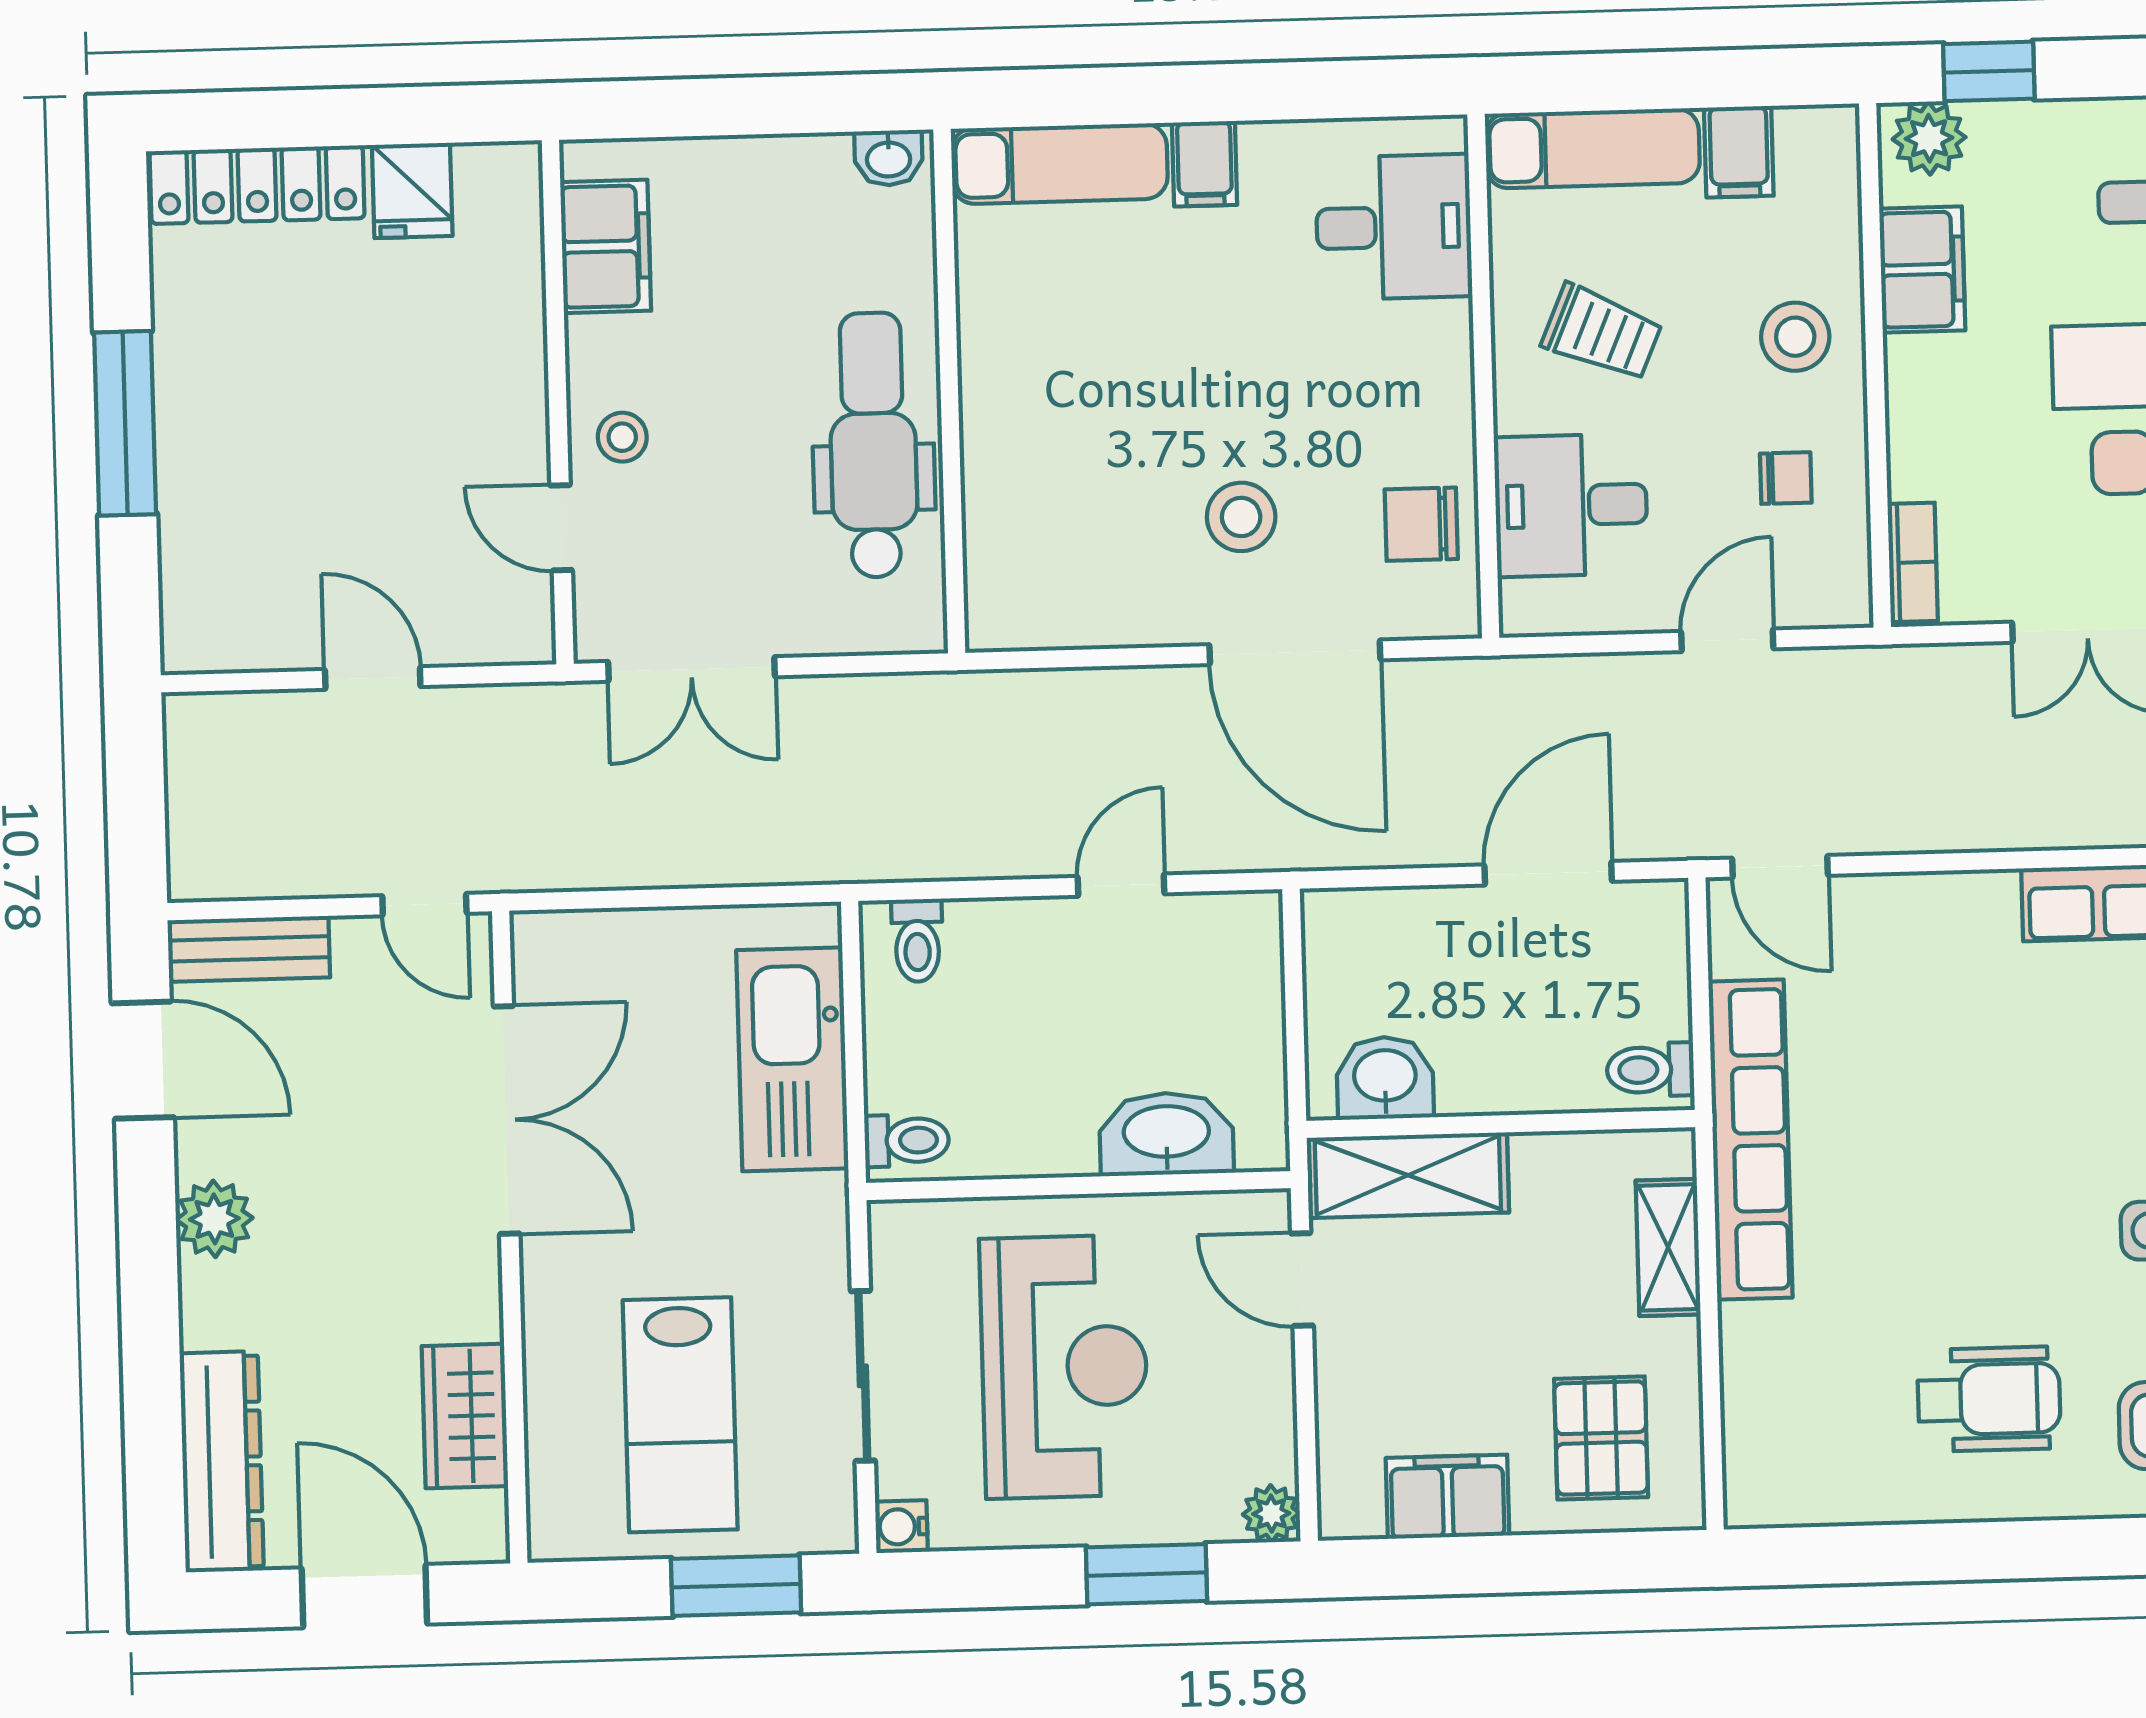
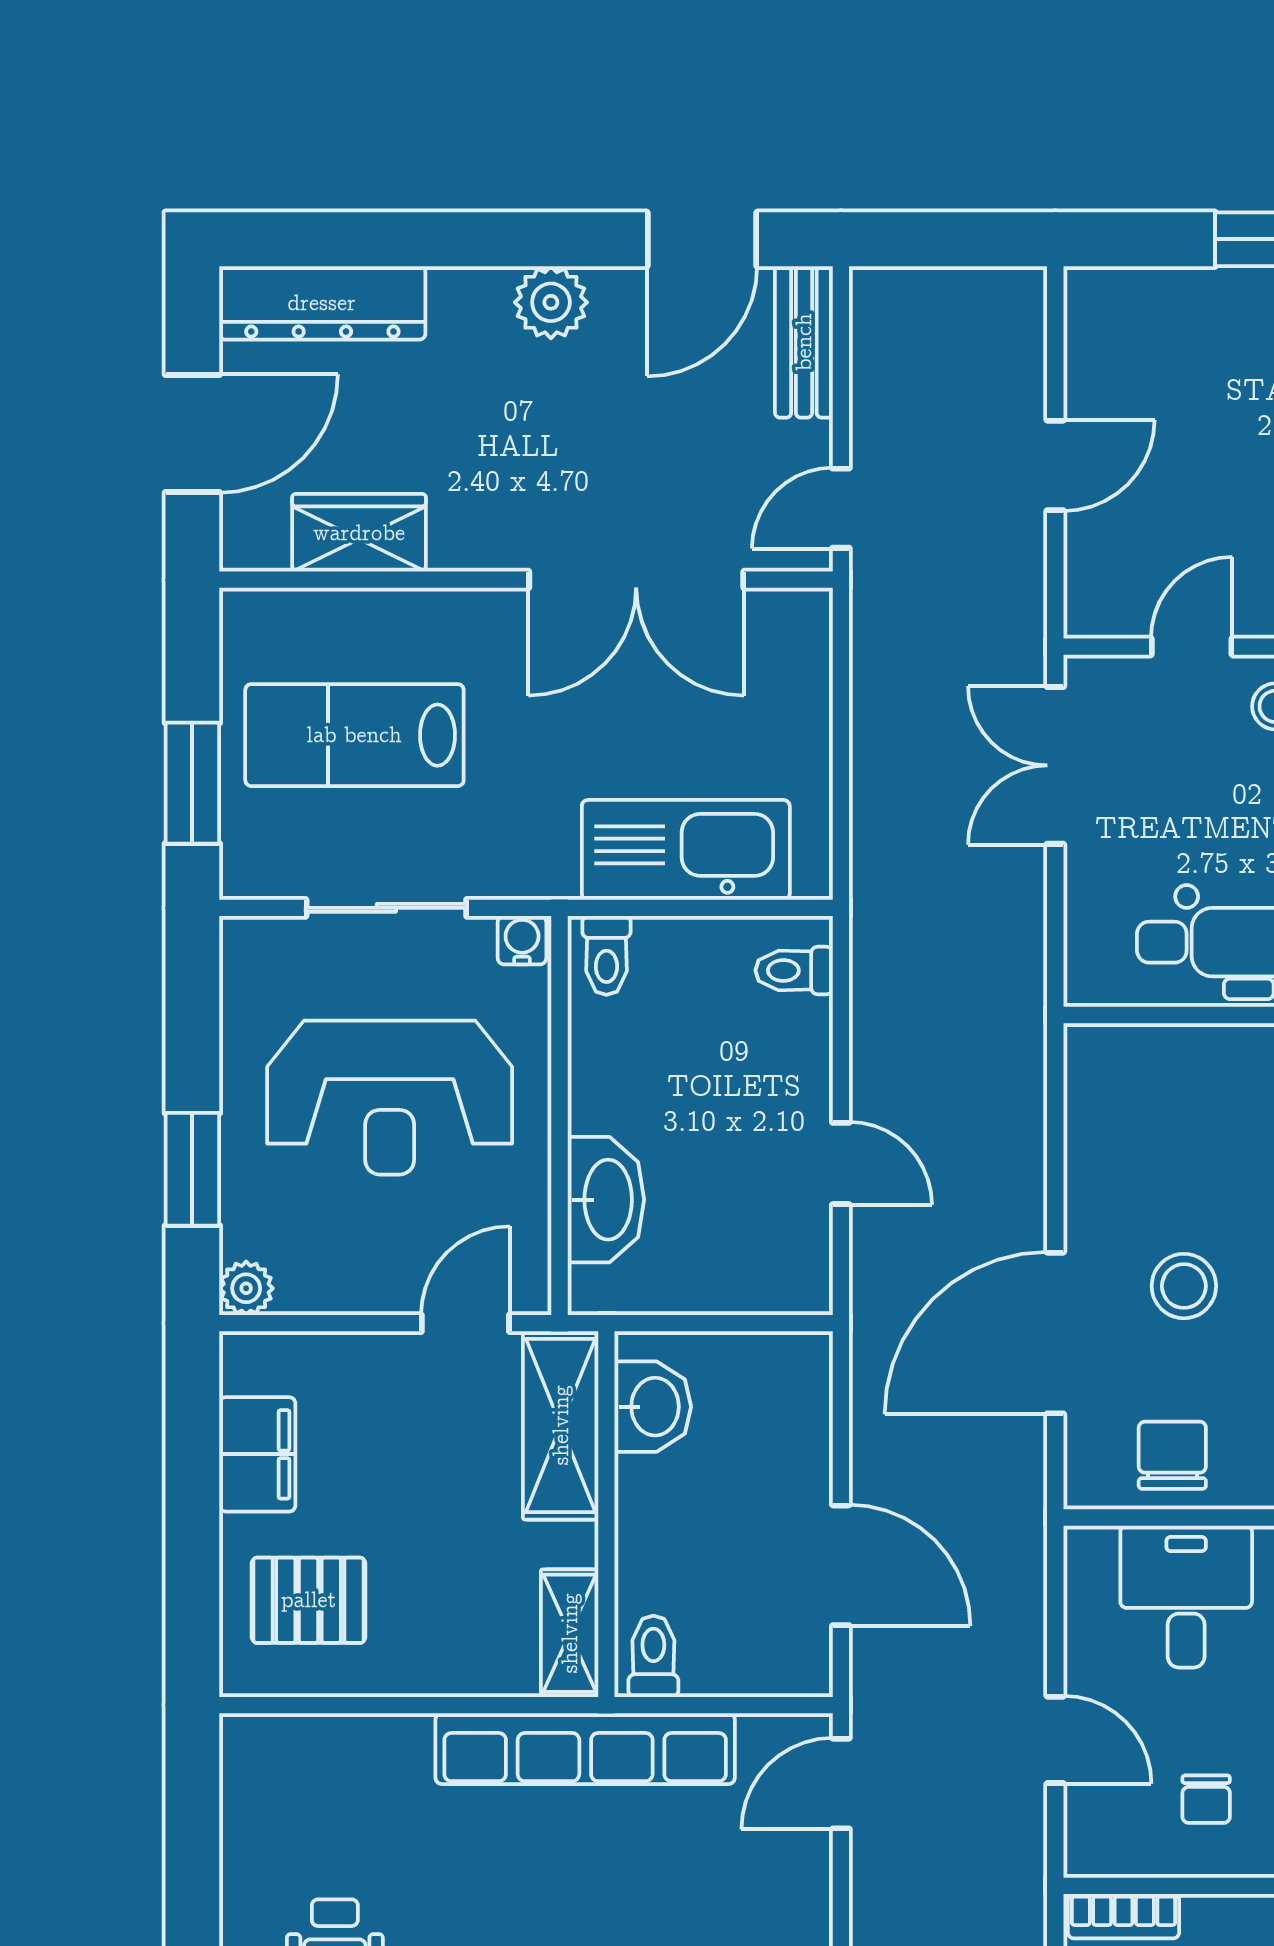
shelving: (1668, 1247) -> (570, 1633), moved, turned 90
water cooler: (901, 1527) -> (522, 940), moved

